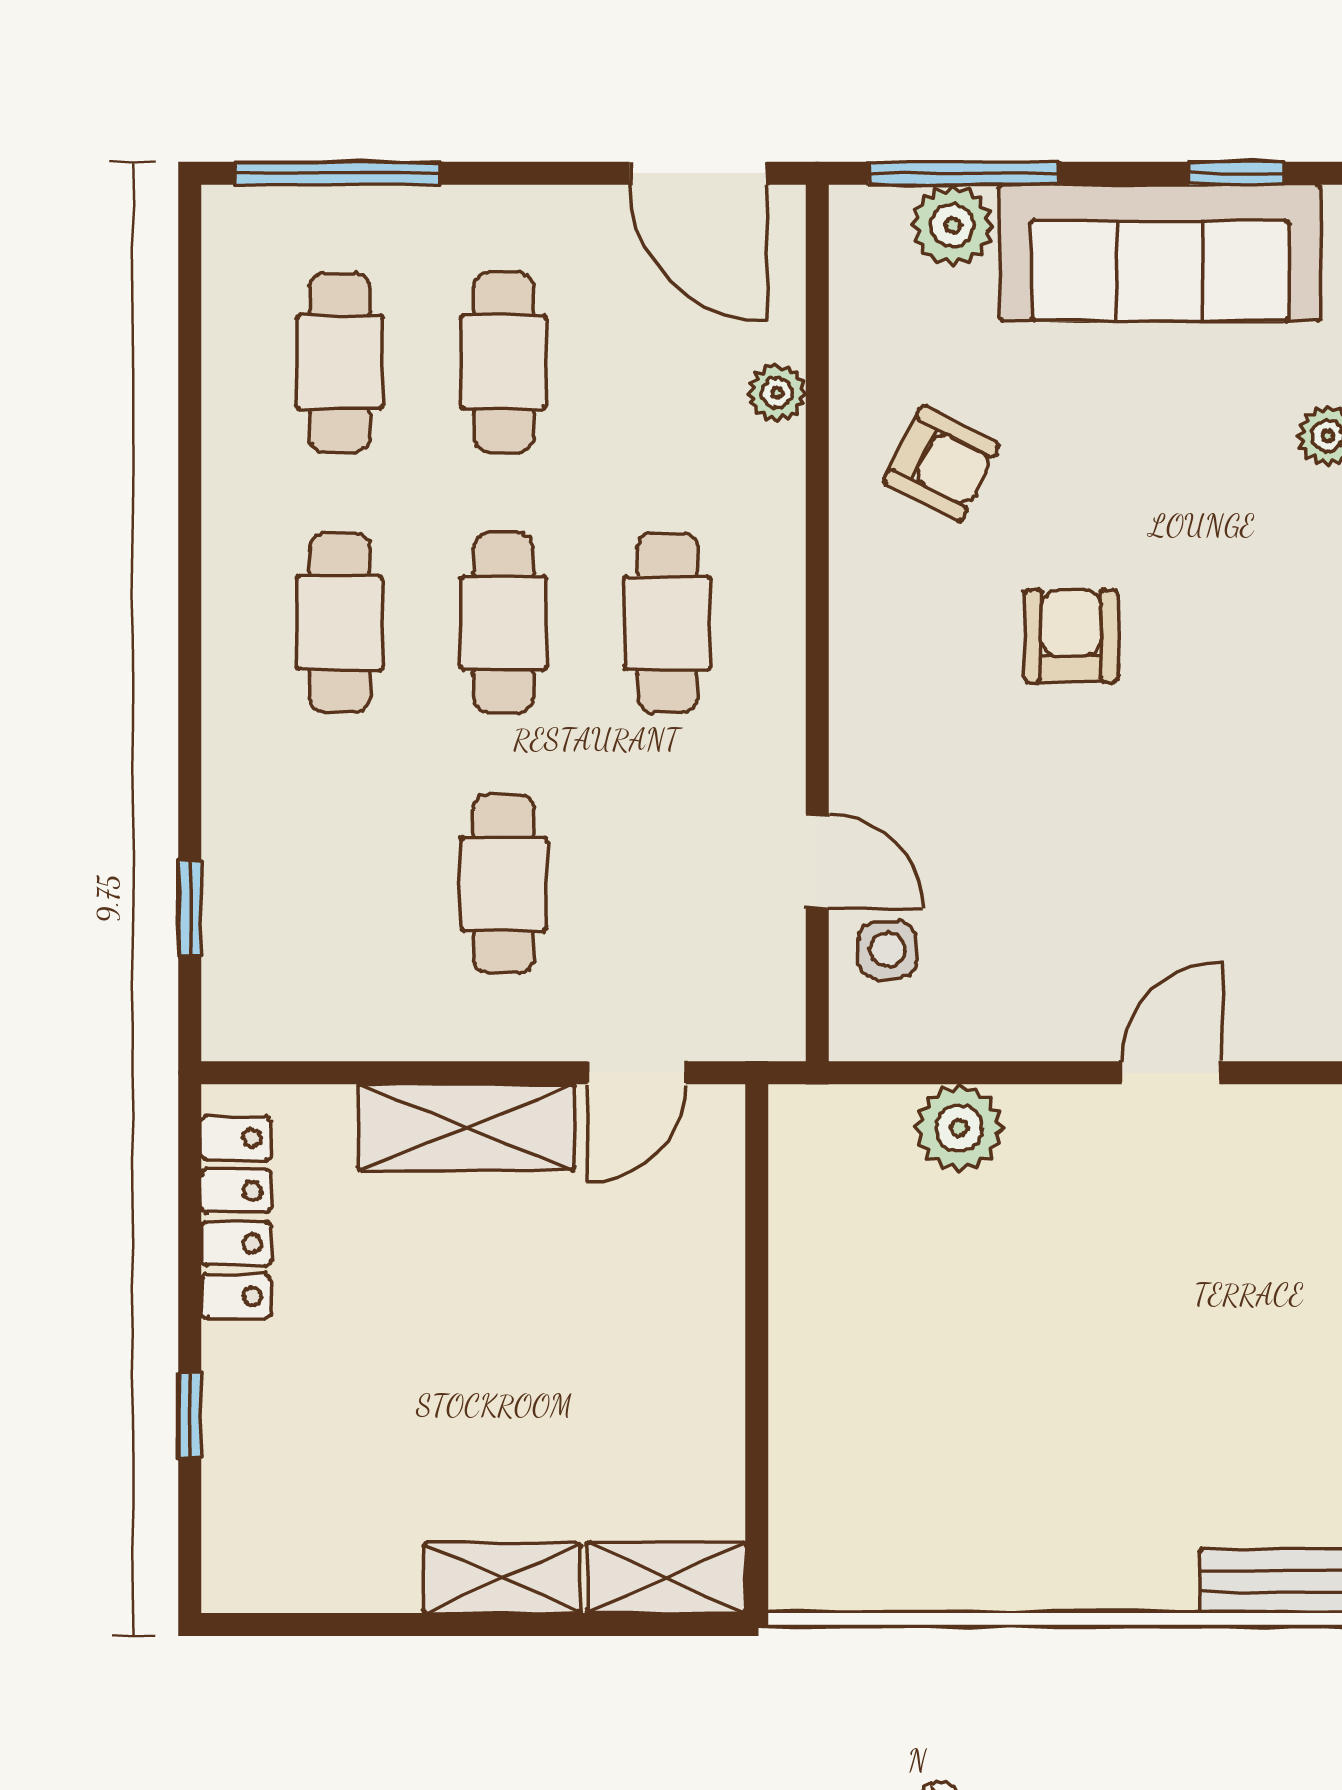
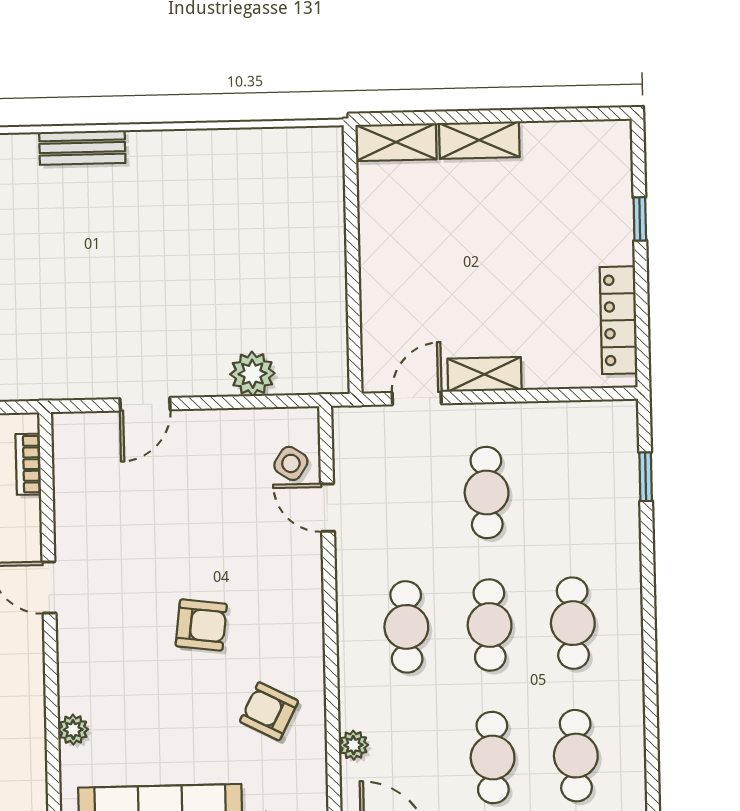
armchair: (1071, 636) -> (201, 625), turned -83
side table: (887, 950) -> (291, 463), turned 37
shelving: (466, 1127) -> (484, 374), width x0.67, depth x0.75

